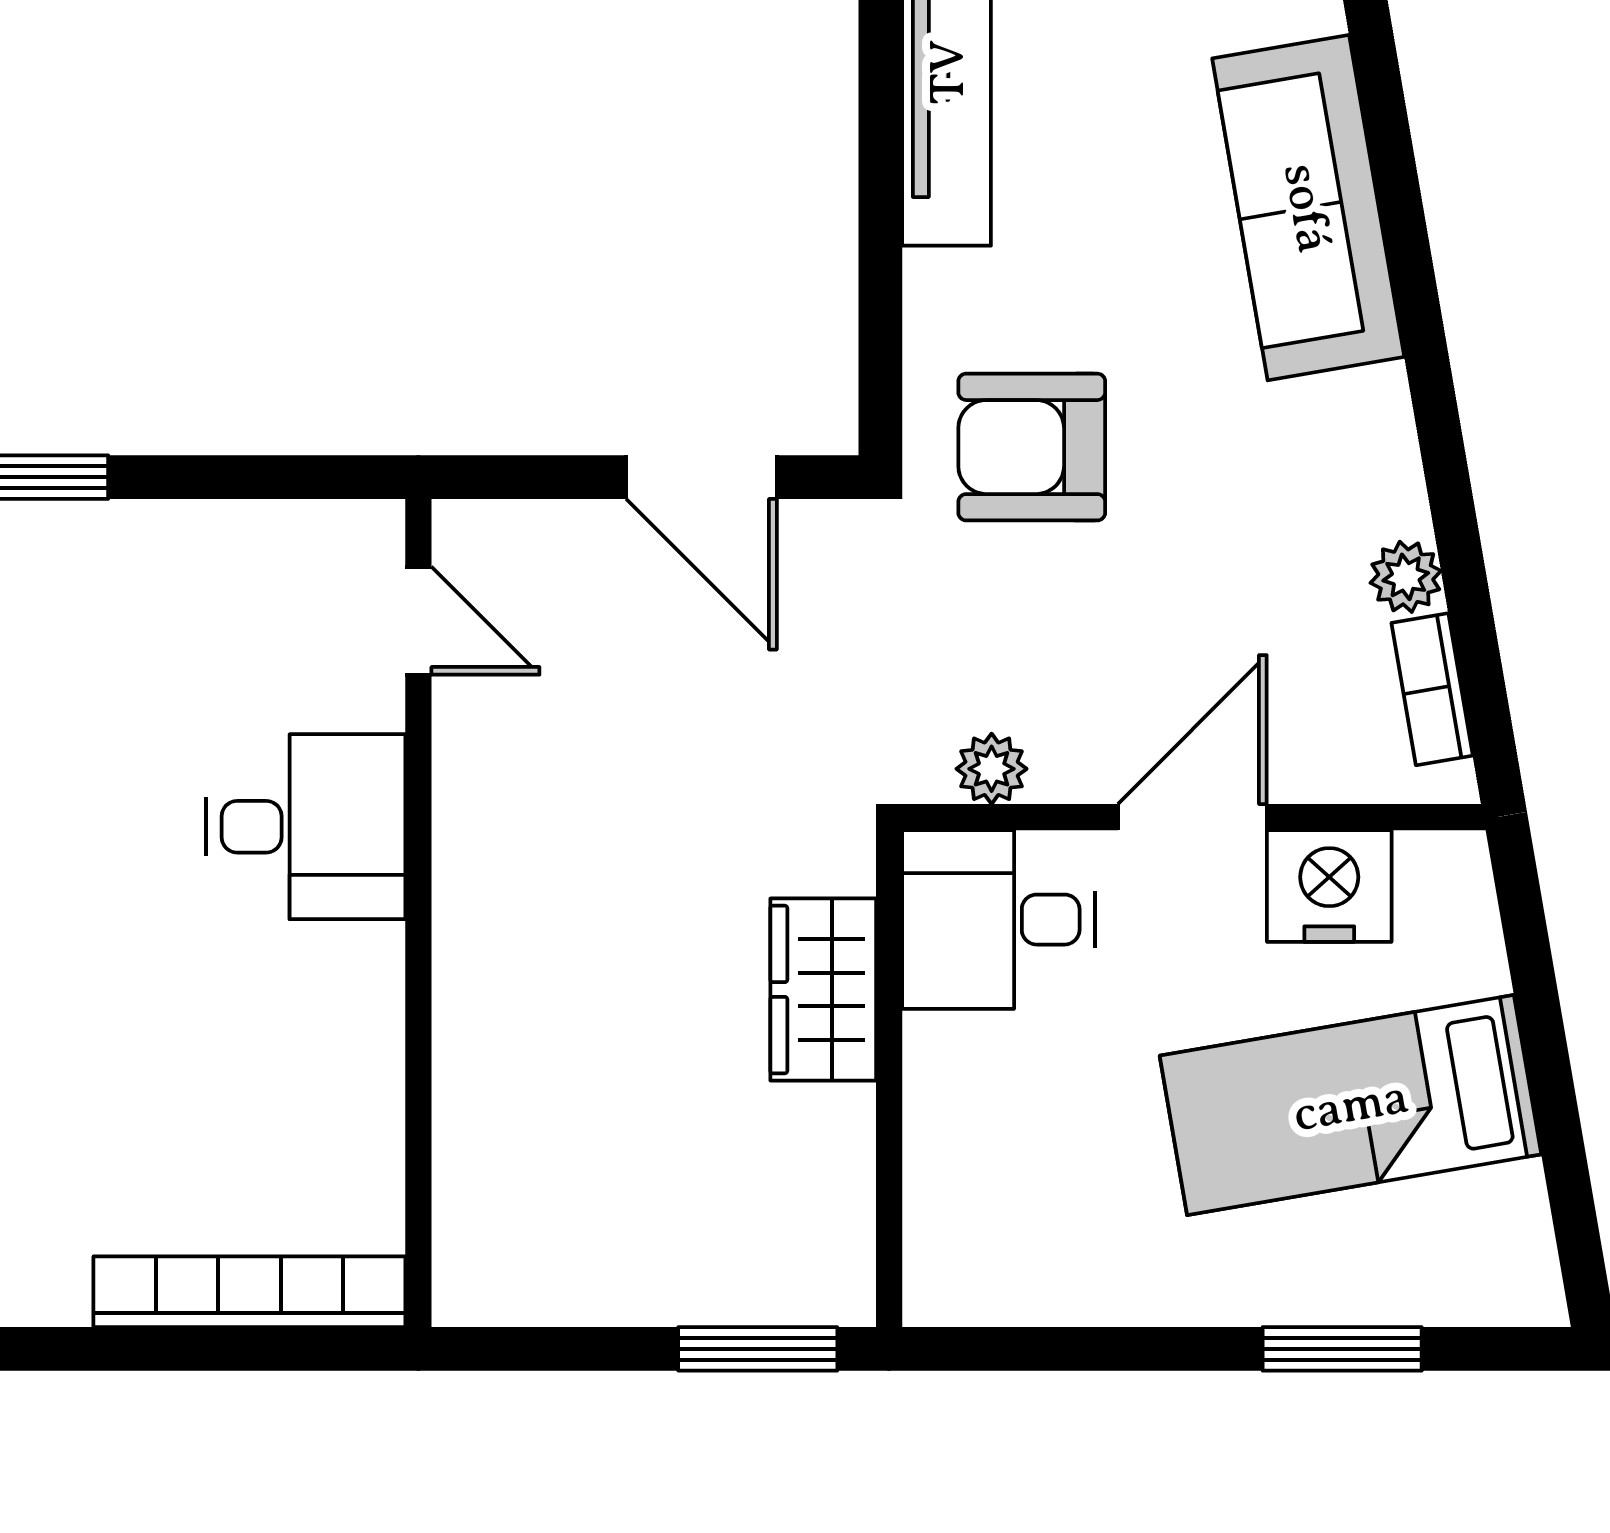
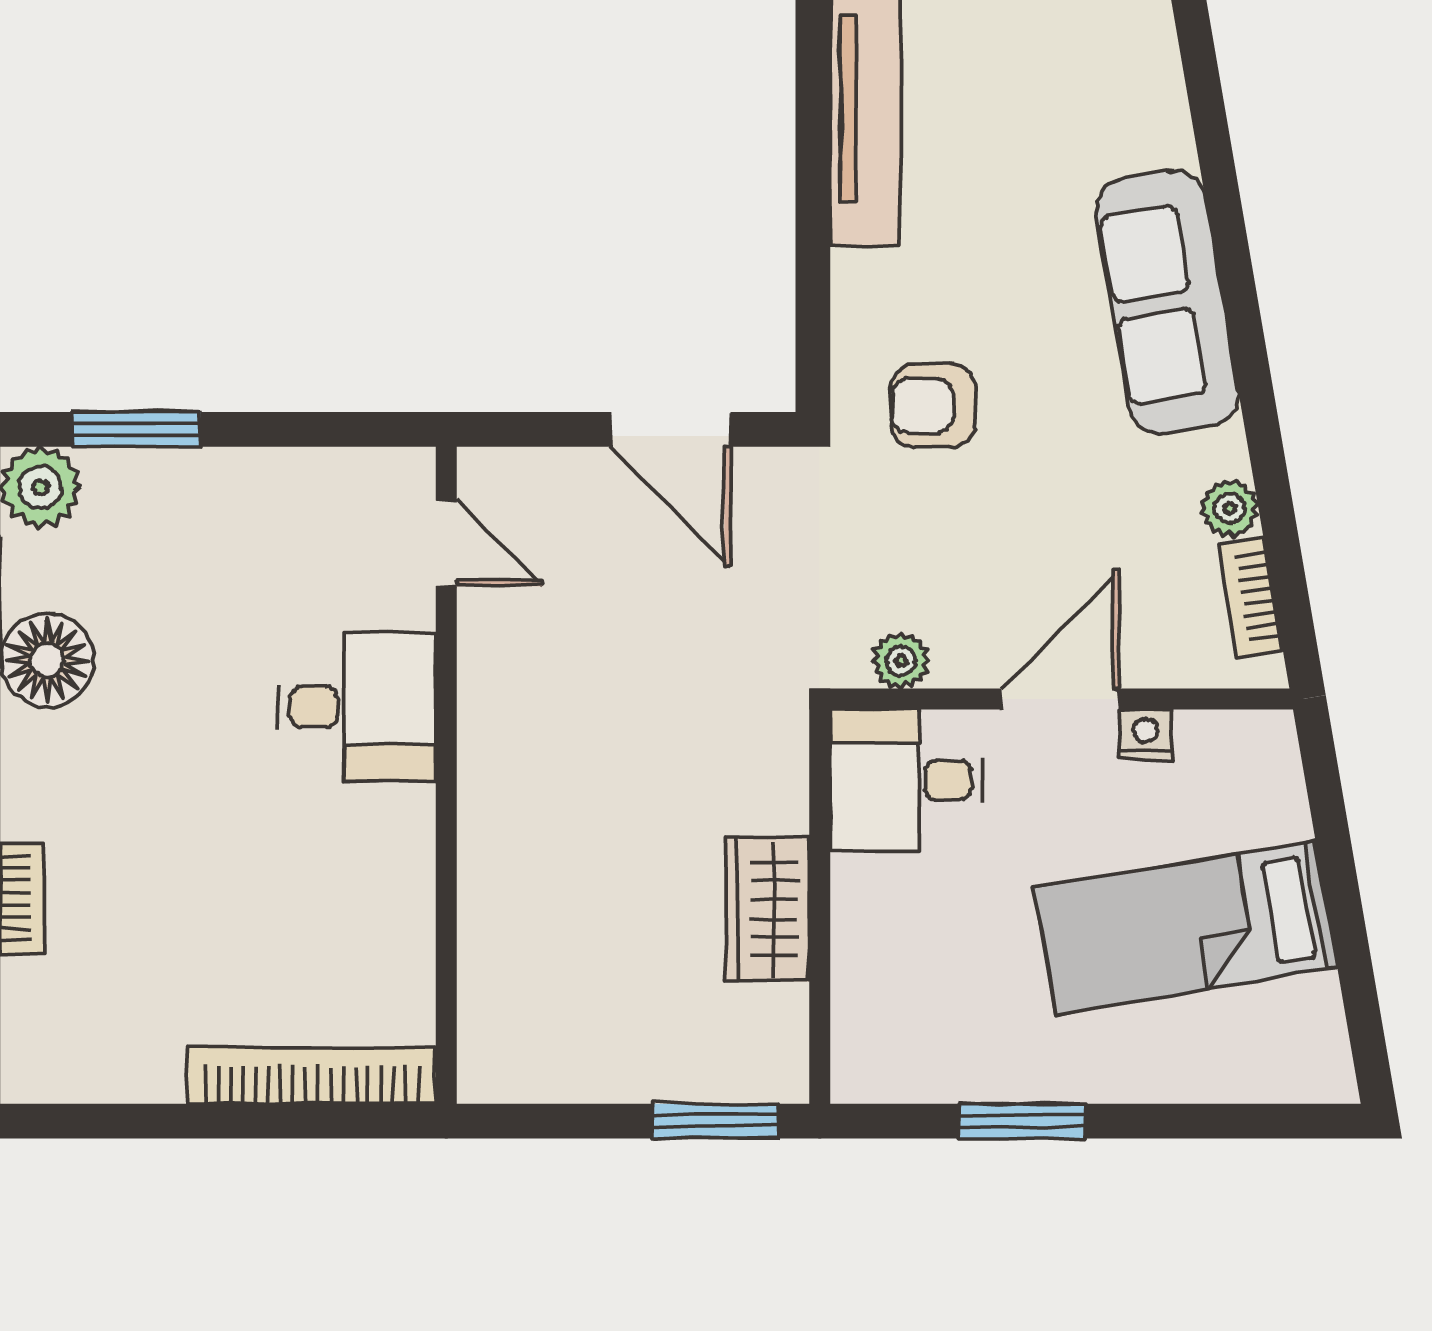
sofa: (1308, 208) -> (1167, 303), moved
armchair: (1032, 447) -> (933, 405), width x0.72, depth x0.72
nightstand: (1329, 886) -> (1146, 734), width x0.53, depth x0.56
wardrobe: (823, 990) -> (767, 909), moved
window: (1342, 1349) -> (1022, 1121), moved

